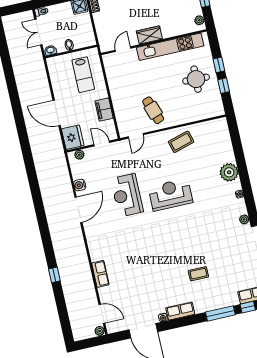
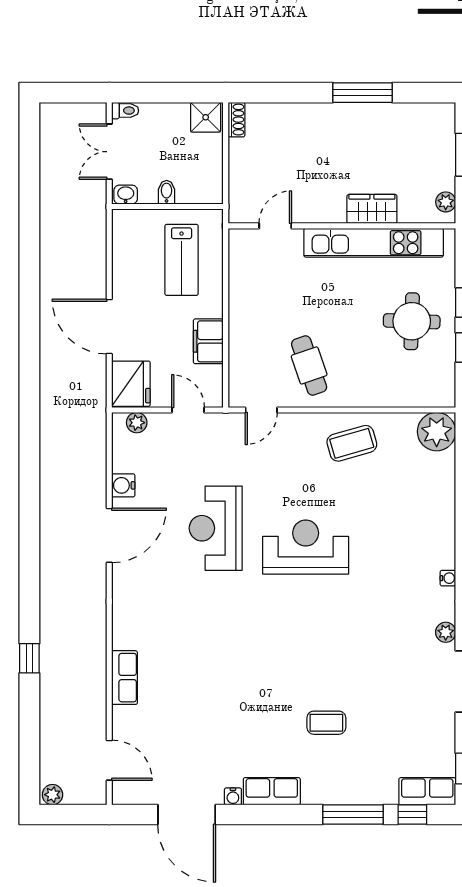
wardrobe: (149, 35) -> (372, 209), moved
plant: (229, 172) -> (437, 432), moved
plant: (100, 331) -> (52, 795), moved

